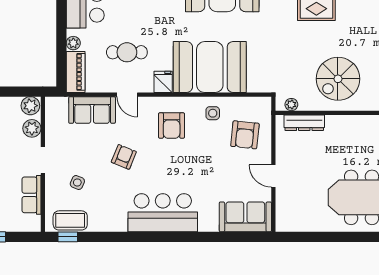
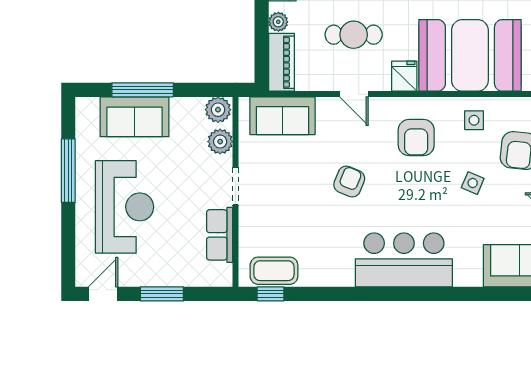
sofa: (92, 110) -> (282, 116), moved
side table: (77, 183) -> (473, 183), moved

